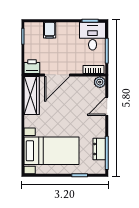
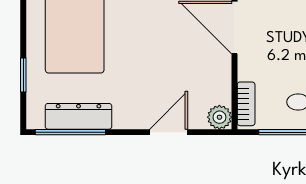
door: (107, 106) -> (169, 132), hinge flipped
dresser: (99, 149) -> (78, 116), width x1.44

